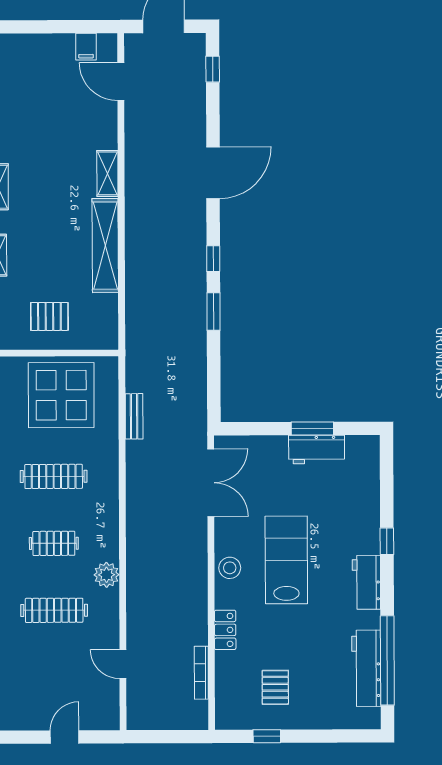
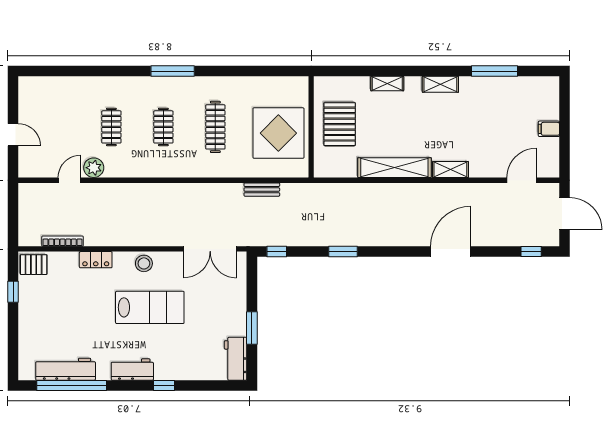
filing cabinet: (86, 47) -> (549, 129), moved
door: (213, 173) -> (451, 251), swing flipped
window: (213, 259) -> (277, 251), moved
pallet: (49, 316) -> (340, 124), width x1.50, depth x1.42
workbench: (317, 449) -> (236, 359), moved
plant: (107, 575) -> (94, 168), moved
clothes rail: (54, 610) -> (111, 127), width x0.73
pallet: (275, 687) -> (34, 265), moved

